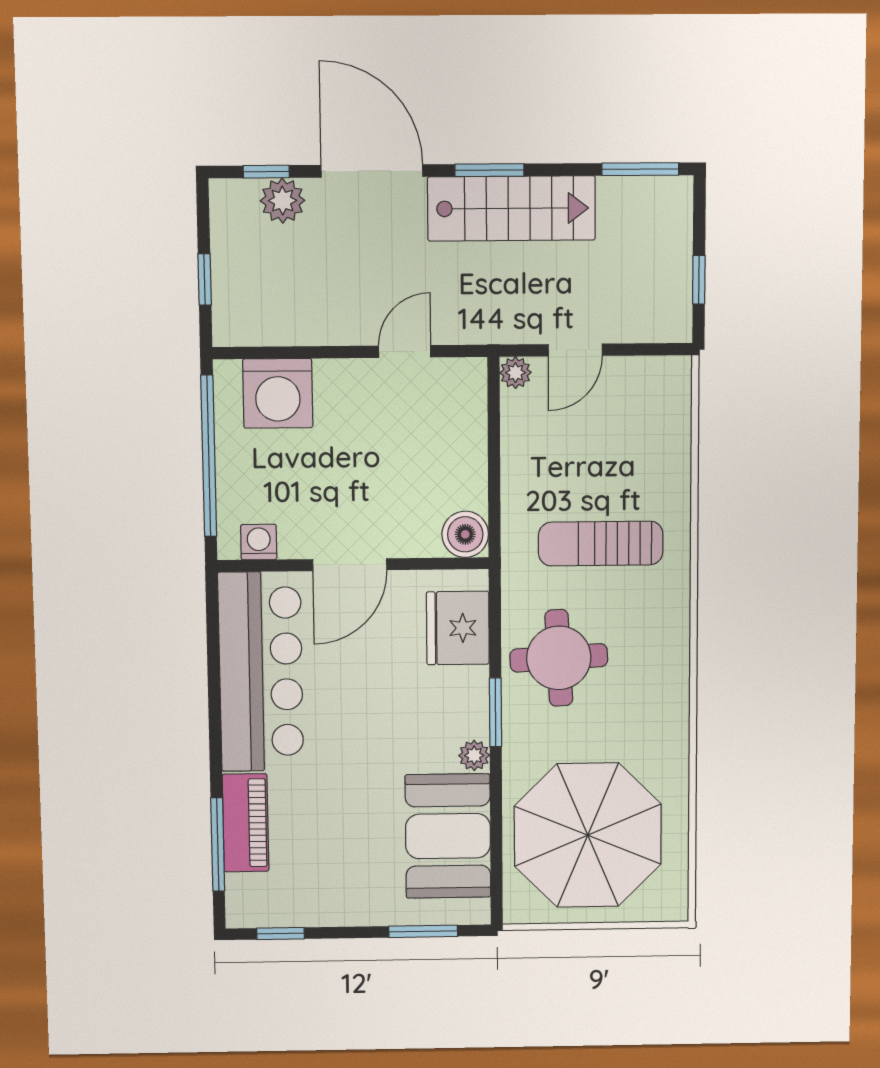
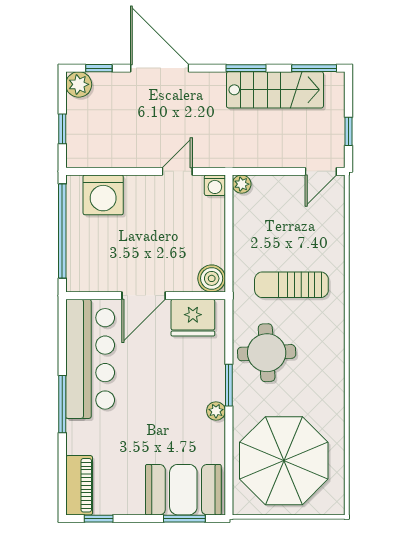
window: (489, 170) -> (246, 68), moved
plant: (283, 201) -> (79, 84), moved
stairs: (512, 208) -> (275, 90), moved
door: (575, 350) -> (321, 171), moved
washing machine: (259, 542) -> (215, 185), moved, turned 180
fridge: (458, 628) -> (193, 318), moved, turned -90
piano: (246, 823) -> (79, 485), moved
booth: (448, 836) -> (183, 490), moved, turned 90
window: (218, 844) -> (62, 404), moved

